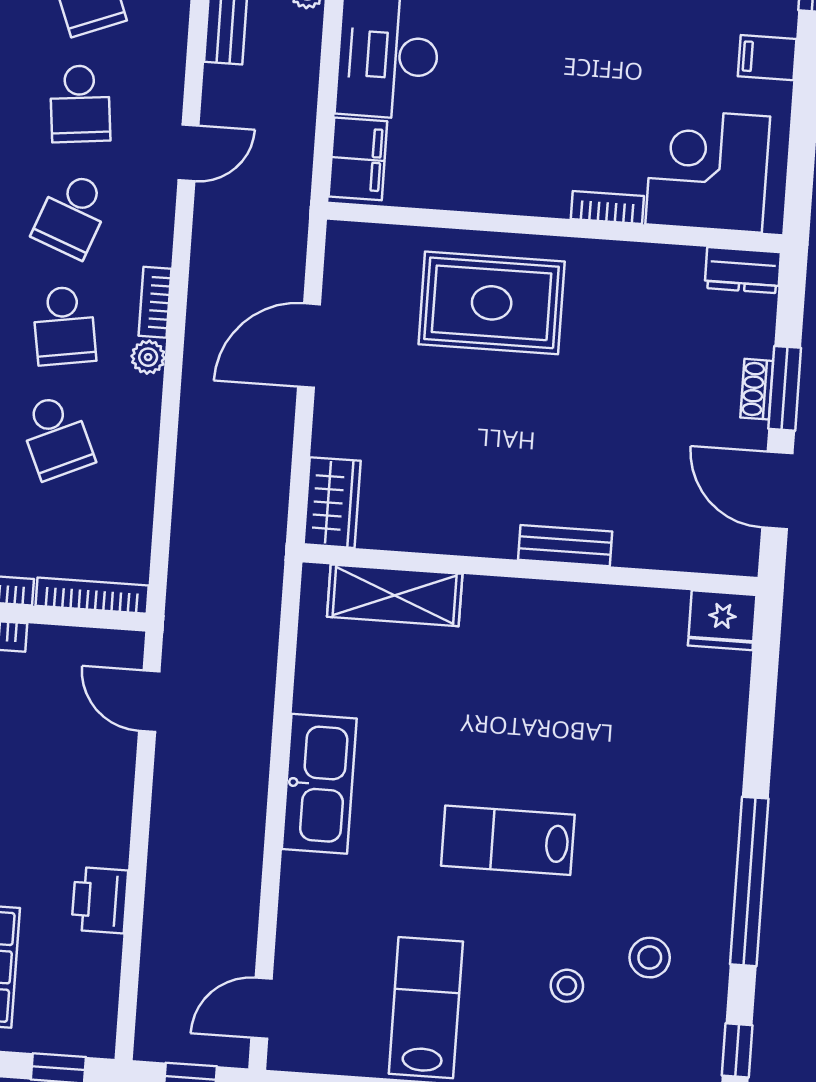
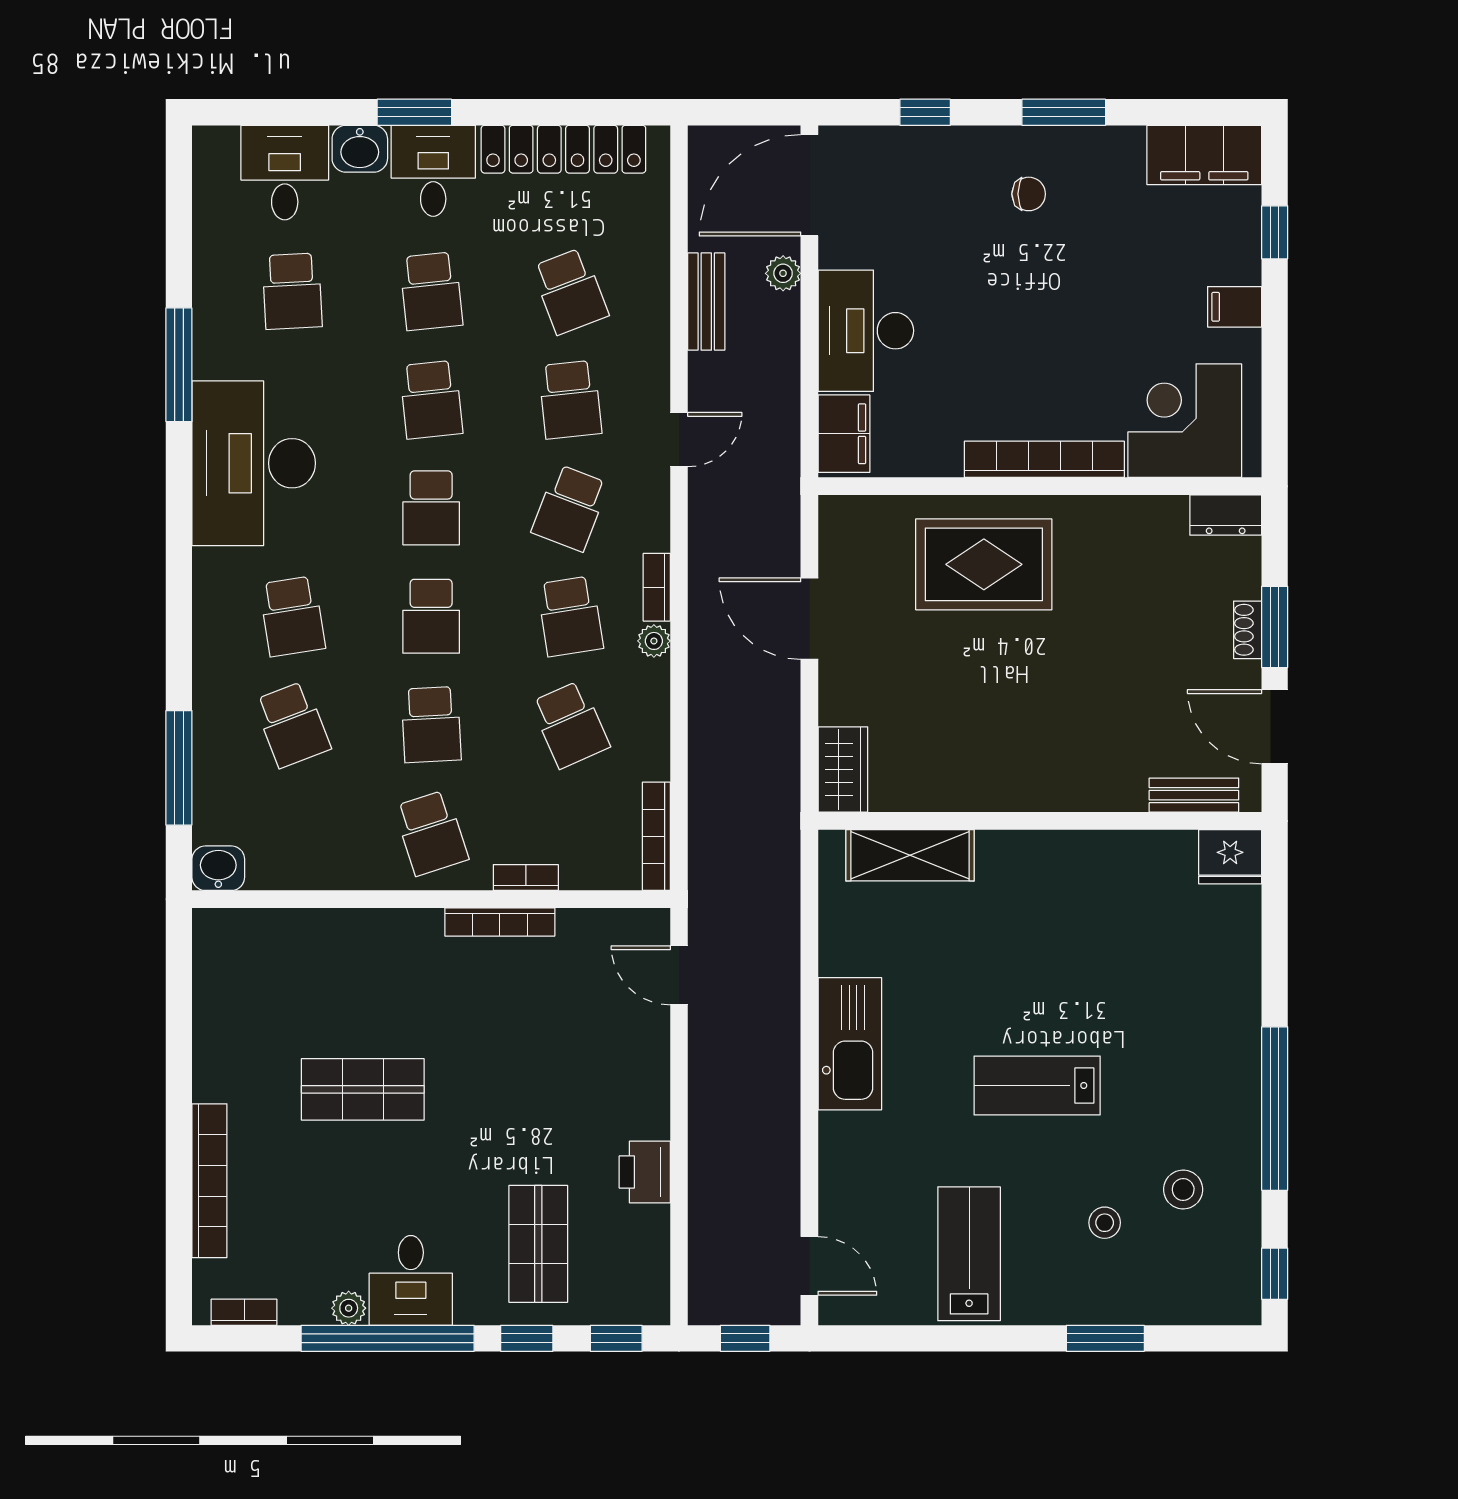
bookcase: (607, 208) -> (1044, 459), width x2.31, depth x1.31
door: (309, 346) -> (809, 619), hinge flipped
bench: (565, 546) -> (1194, 795), moved
bookcase: (92, 596) -> (656, 836), moved, turned -90
door: (261, 1008) -> (809, 1266), swing flipped

